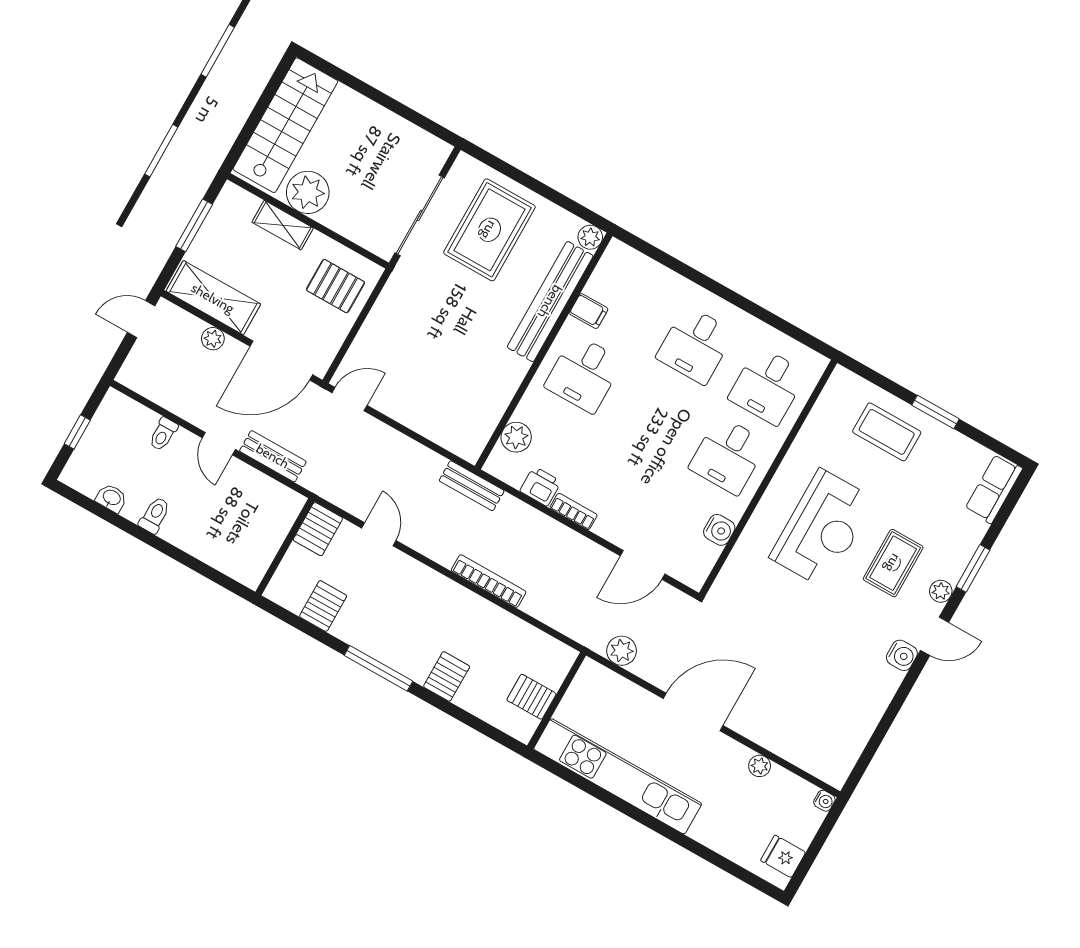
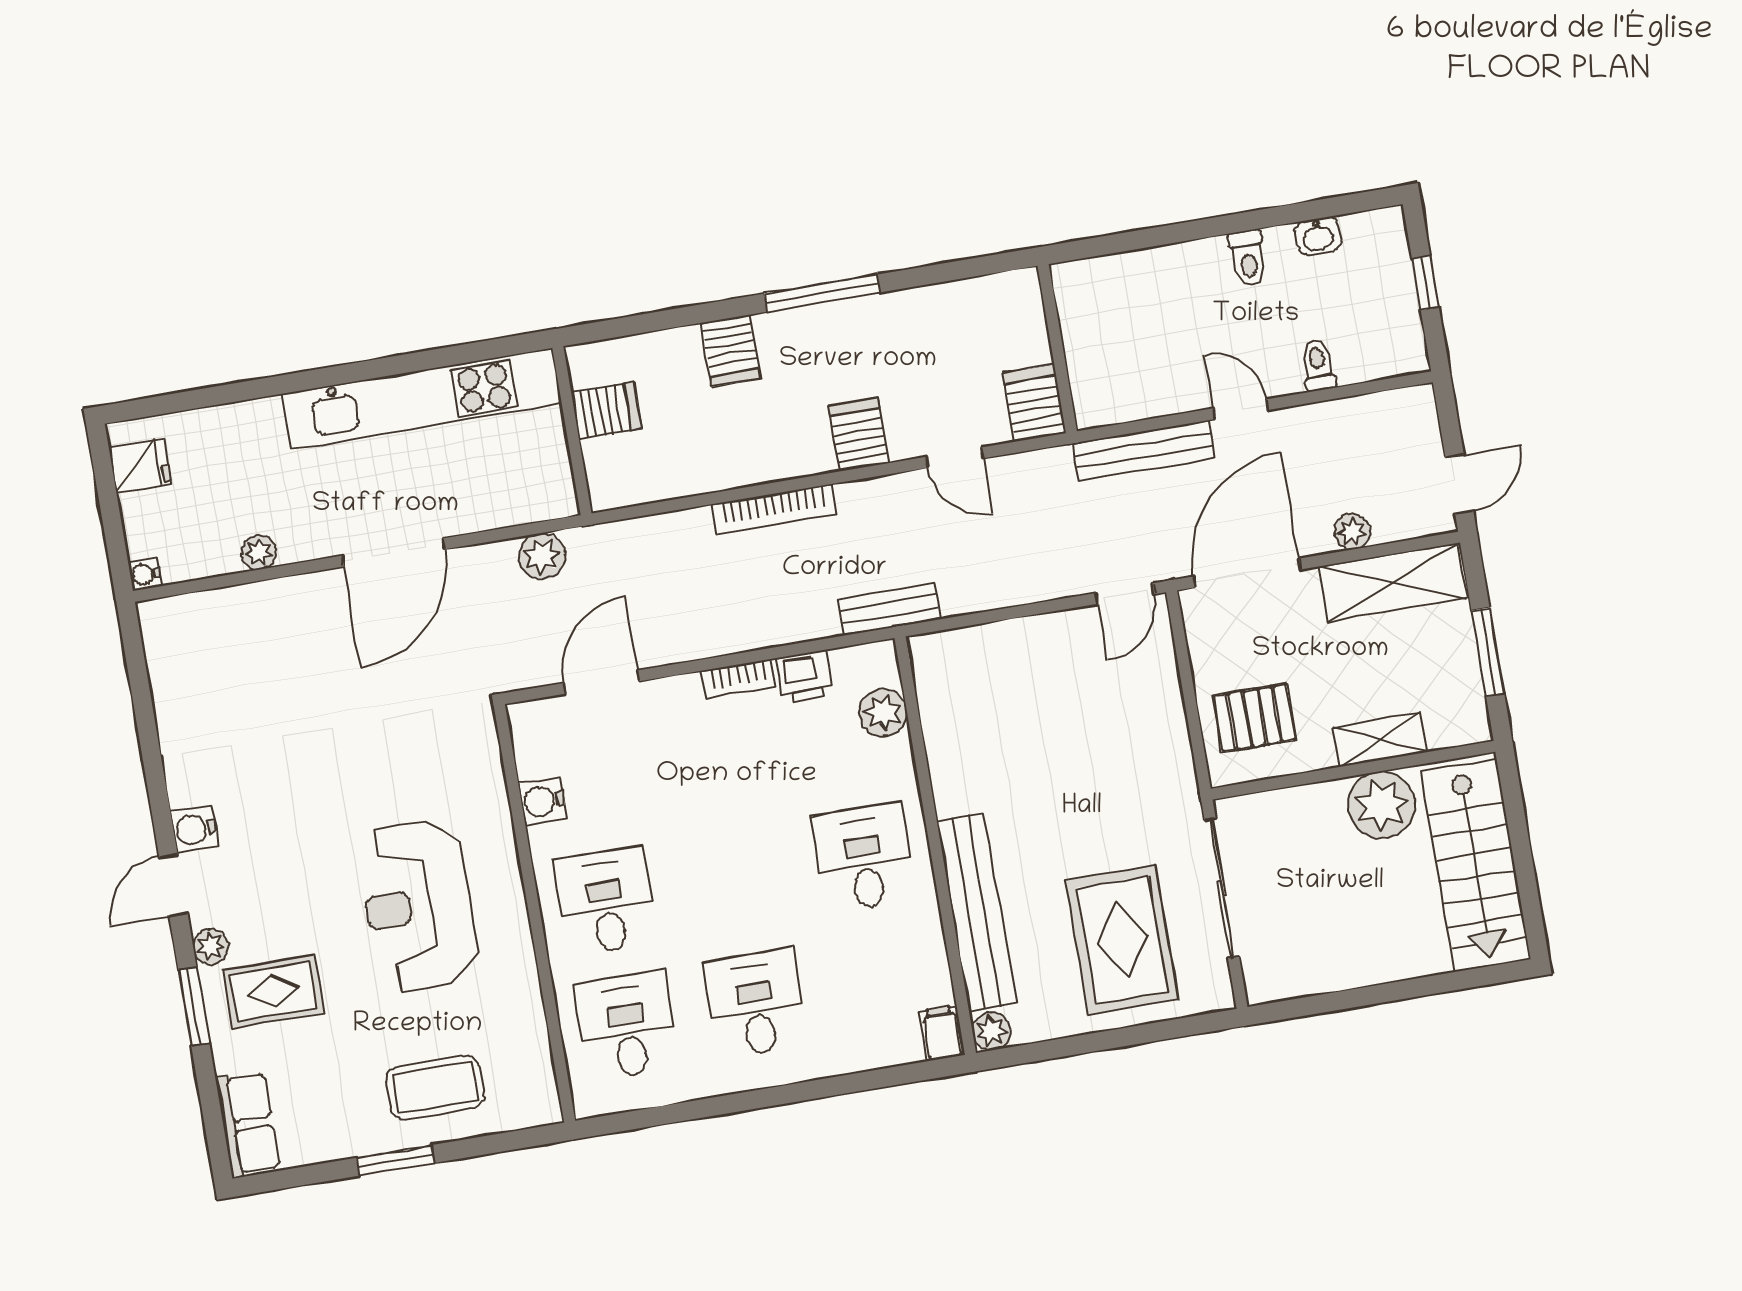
filing cabinet: (589, 311) -> (942, 1033), moved, turned 90
bench: (273, 456) -> (1144, 450), width x1.36
rug: (893, 563) -> (273, 992), moved, turned 90
server rack: (323, 606) -> (858, 435), moved, turned 180

